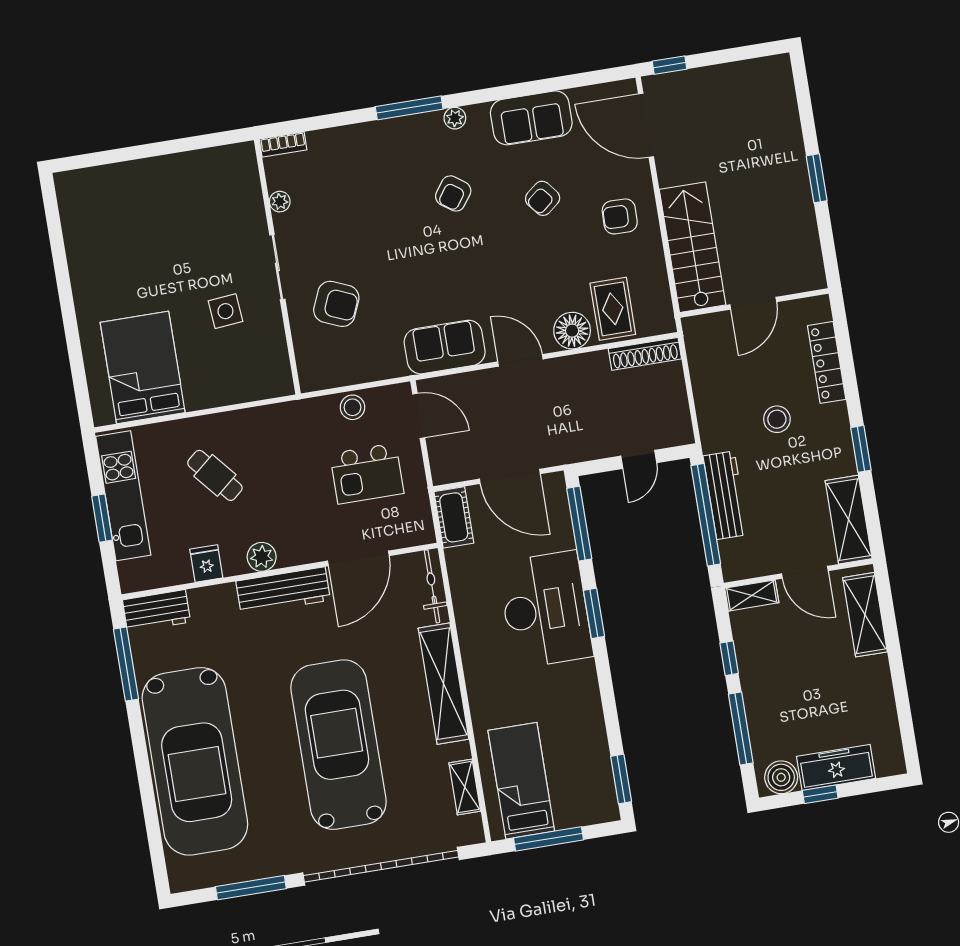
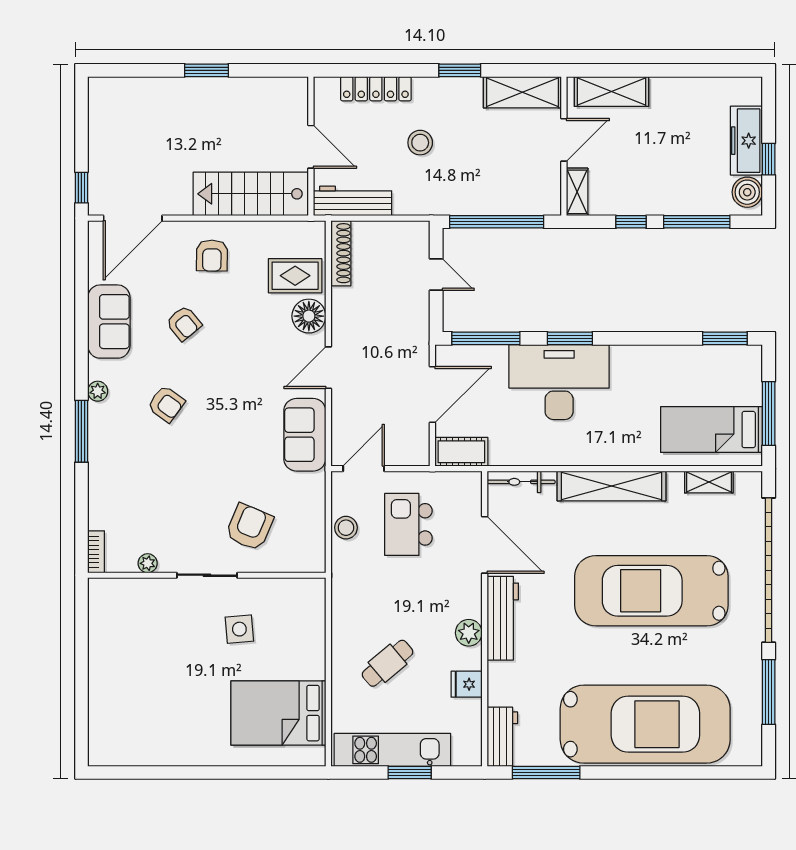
kitchen island: (367, 473) -> (408, 524), turned 180
workbench: (725, 495) -> (353, 201), moved

